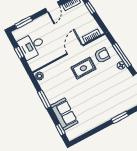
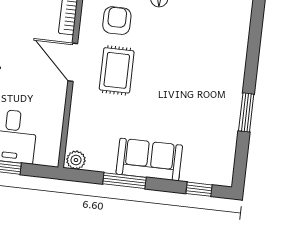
sofa: (64, 114) -> (149, 160), moved
window: (120, 117) -> (246, 112), moved

